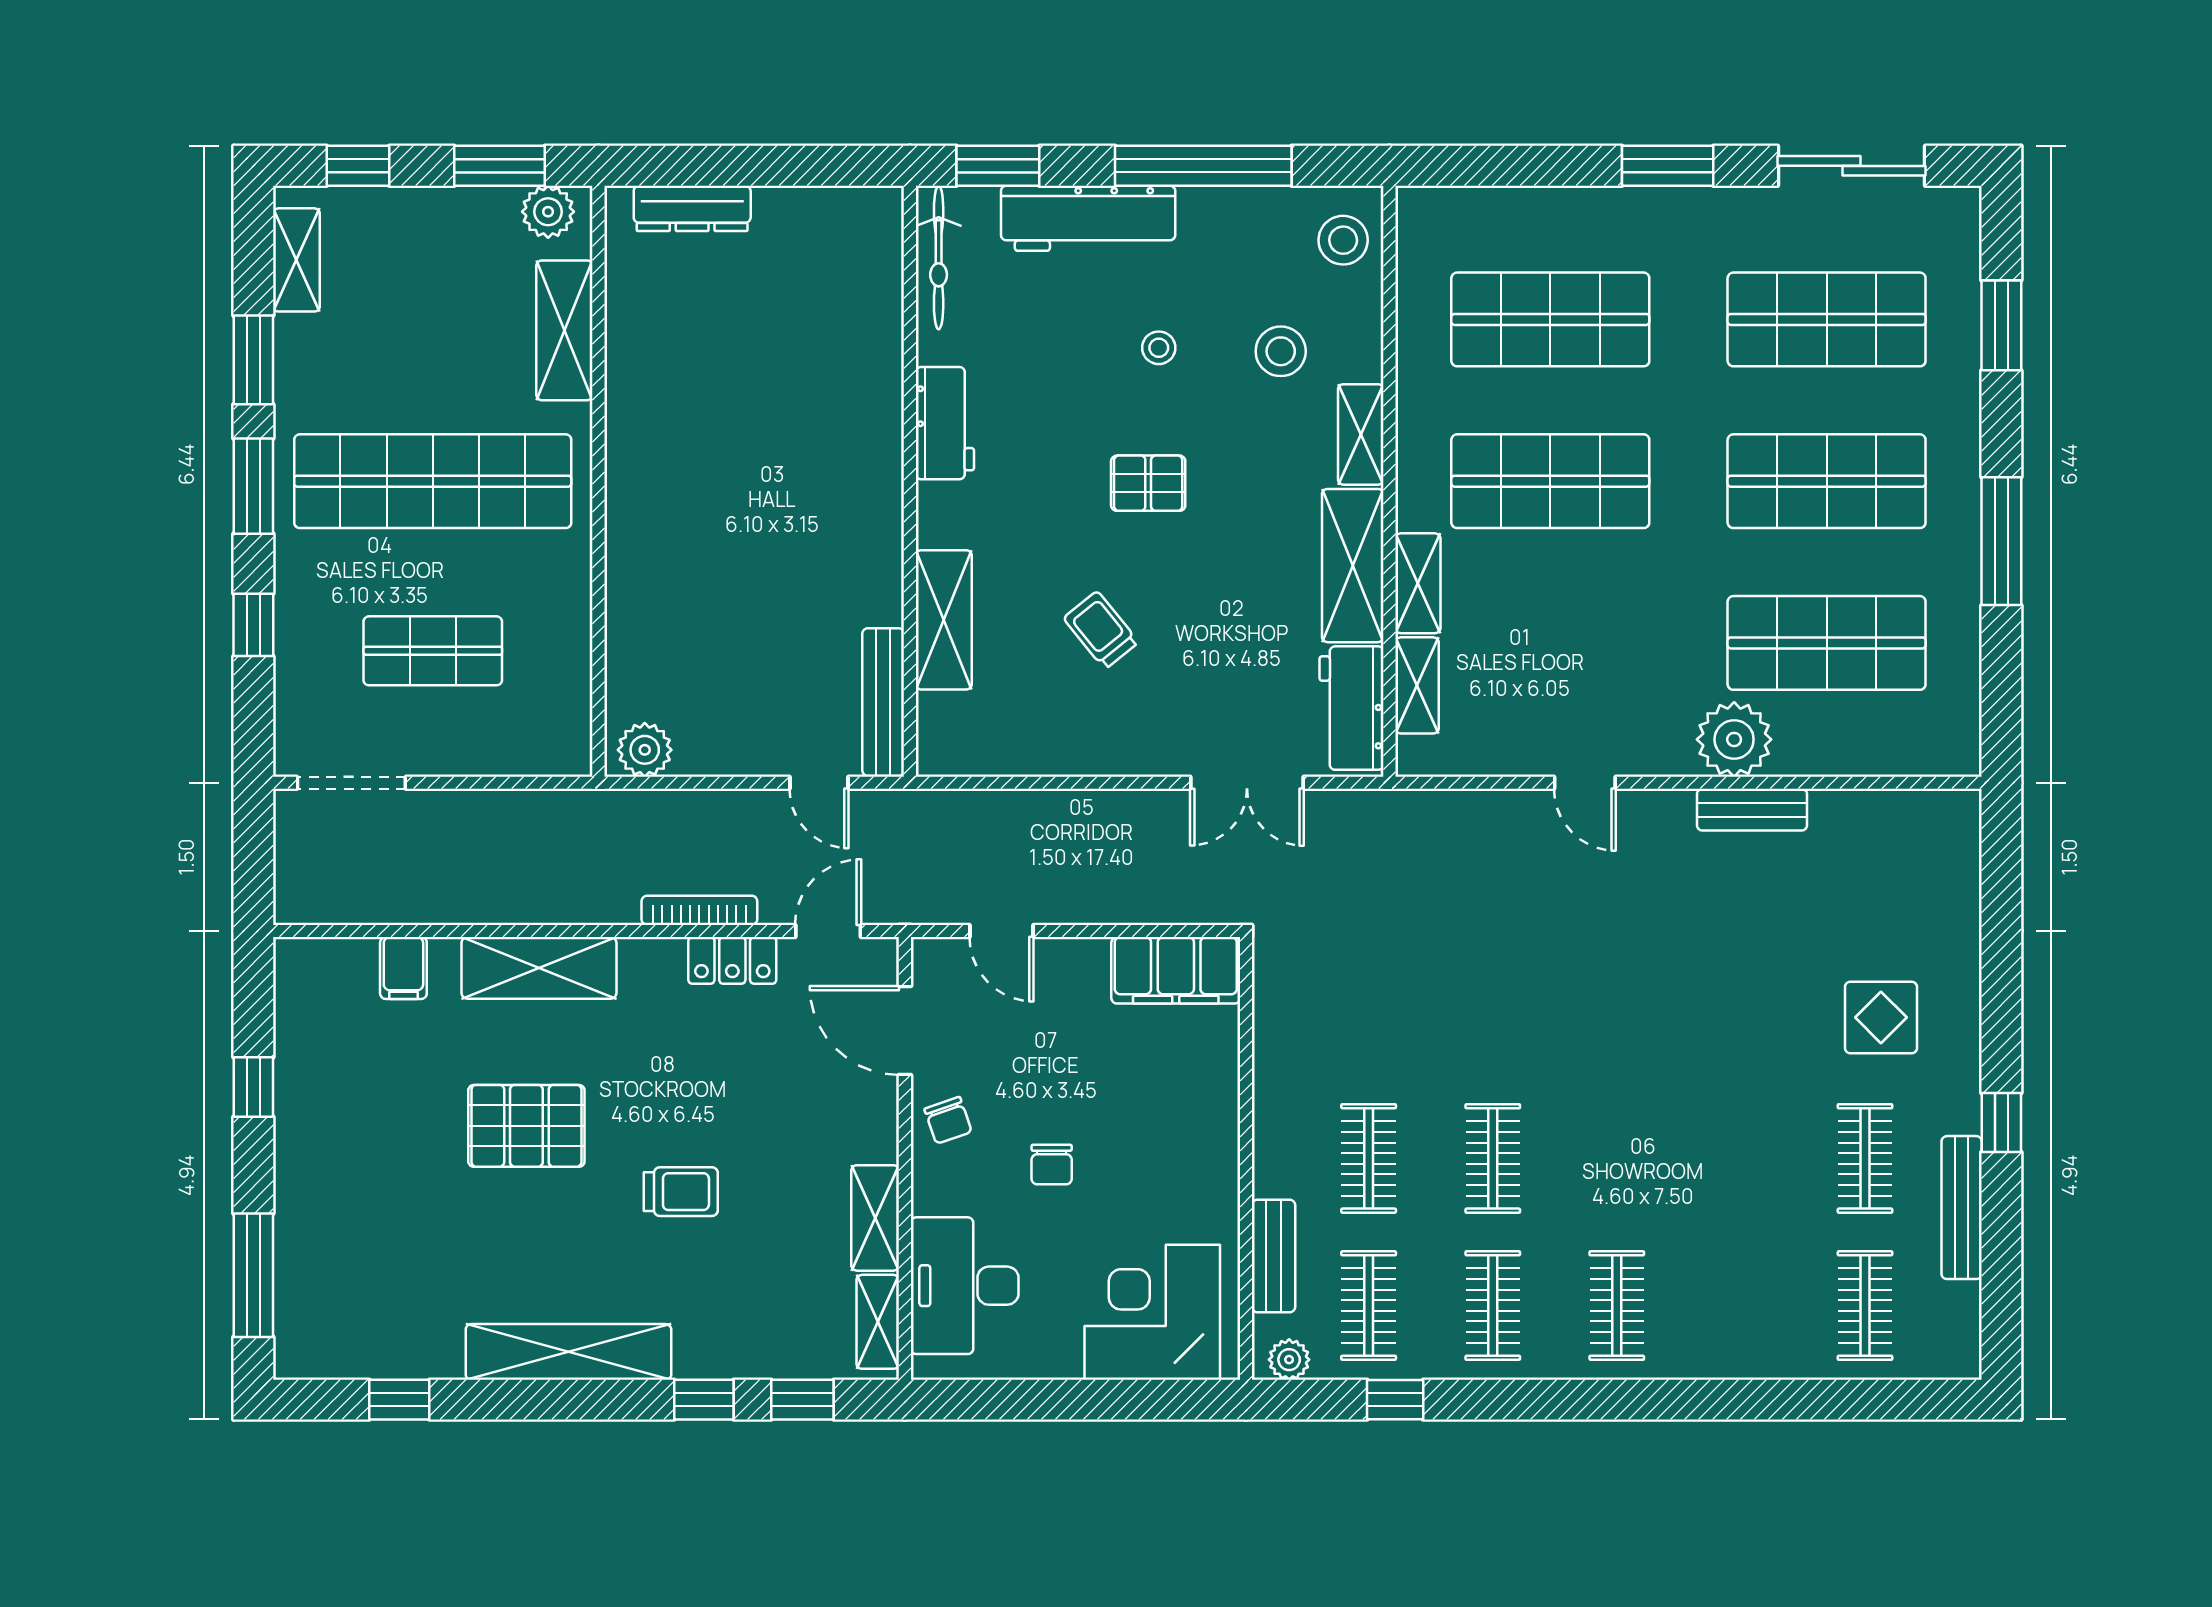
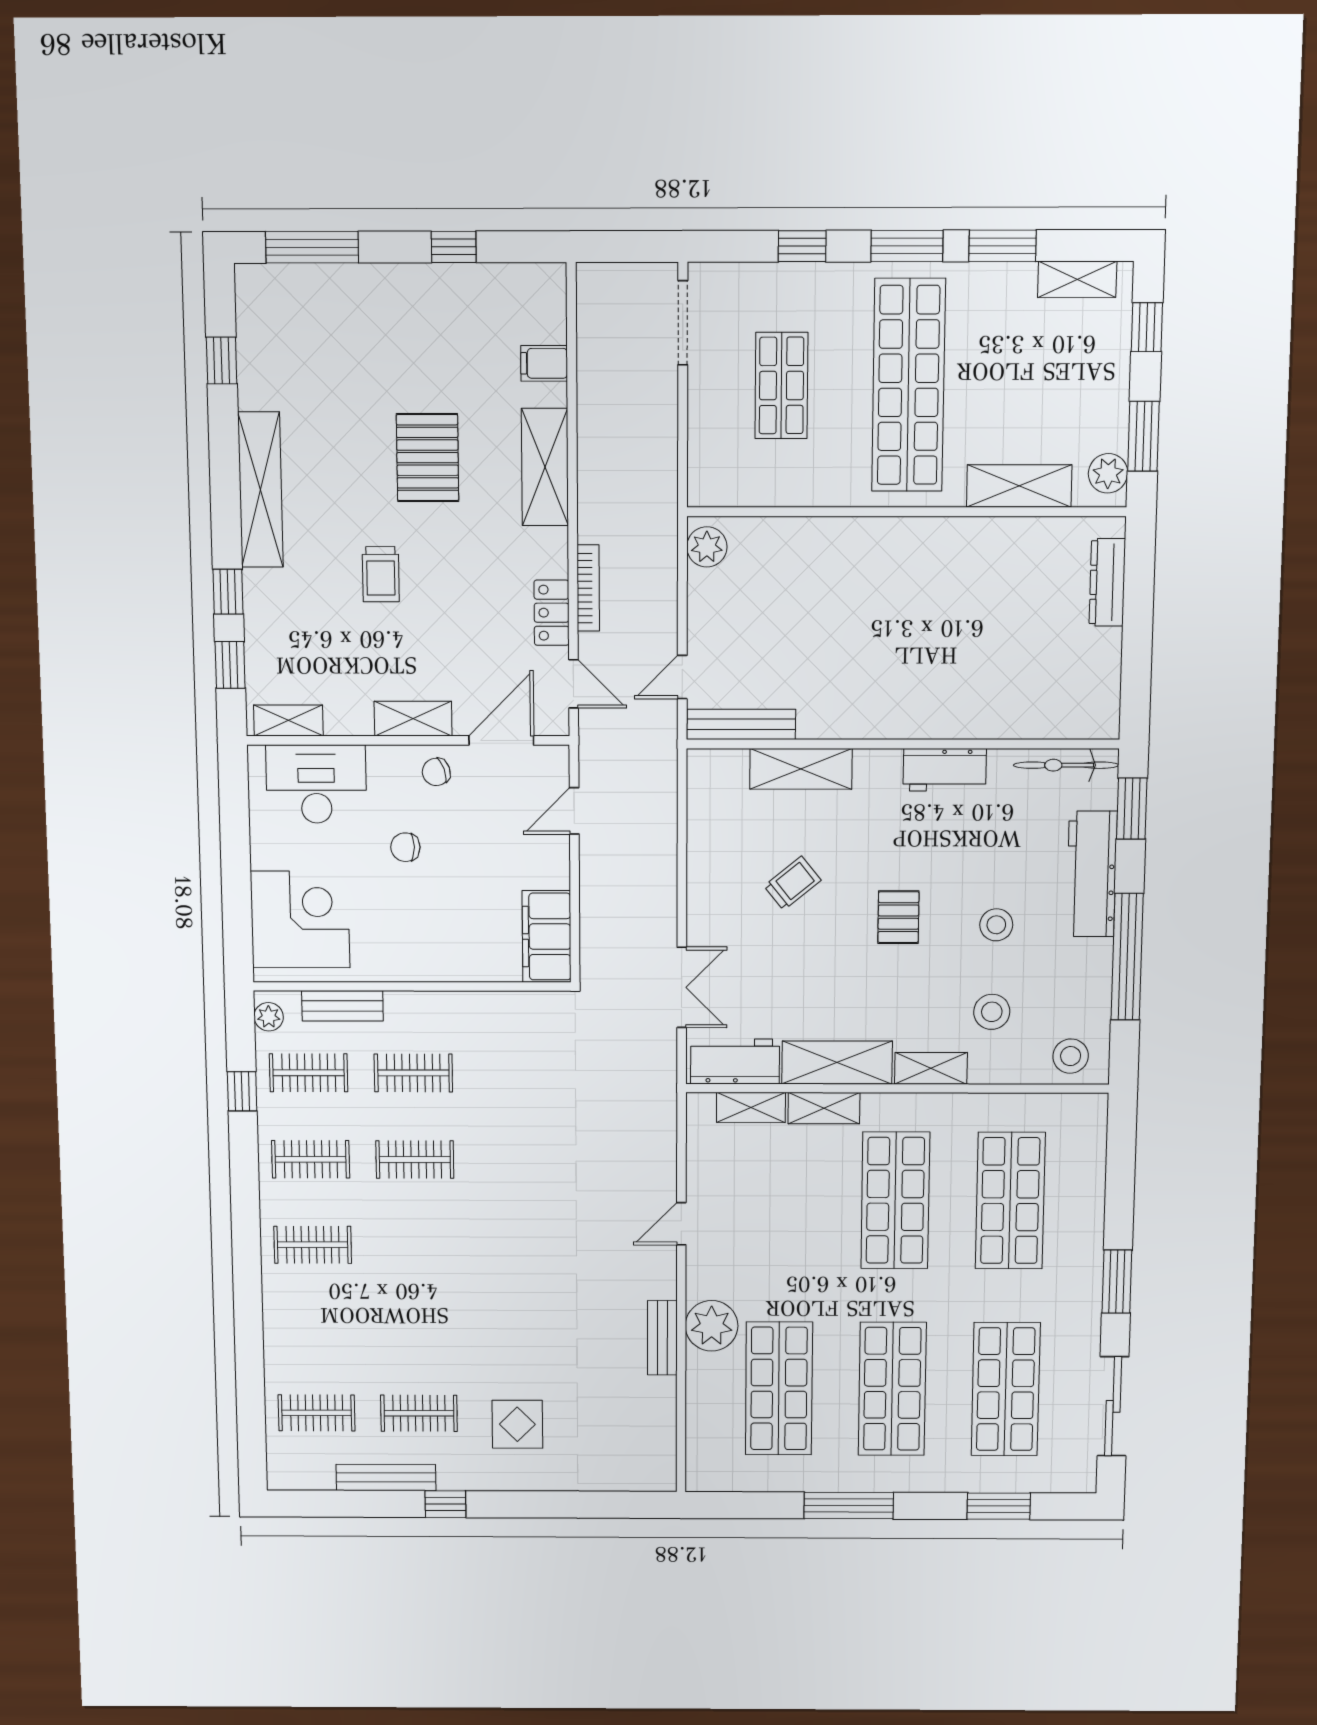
stool: (1159, 348) -> (996, 925), width x1.37, depth x1.37
double door: (1247, 783) -> (682, 987), swing flipped
shelving: (875, 1218) -> (413, 719), moved

